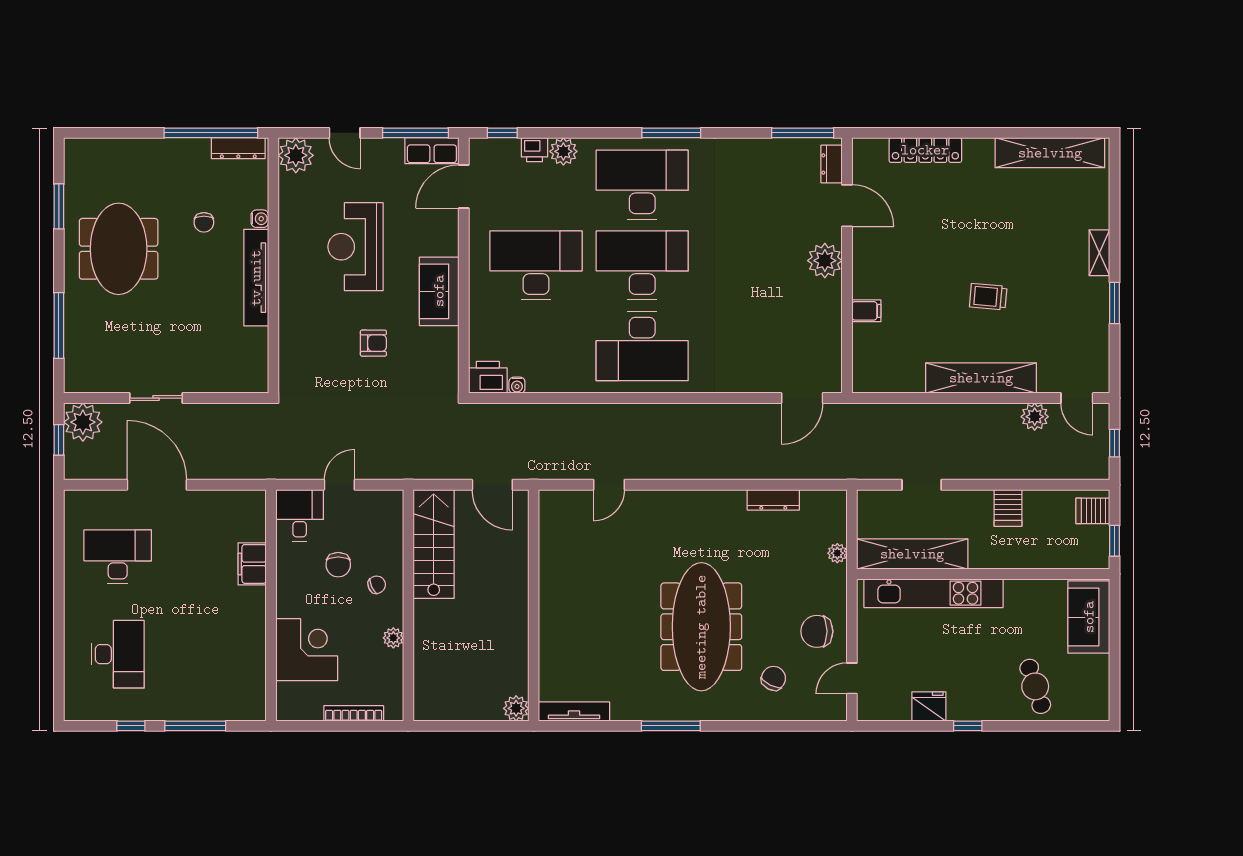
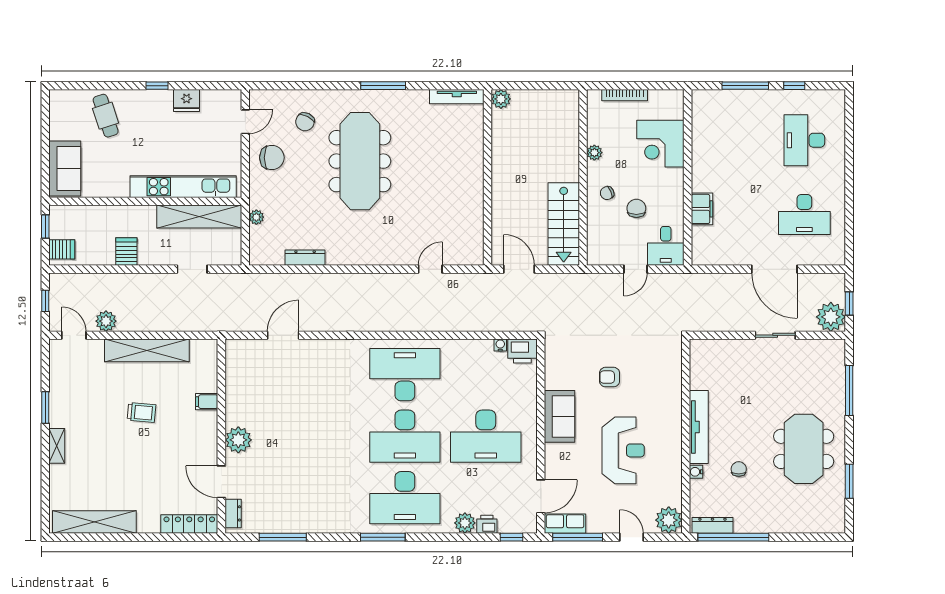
dresser: (832, 164) -> (233, 513), moved
door: (847, 206) -> (221, 482), moved
plant: (825, 261) -> (238, 440), moved
wall: (847, 265) -> (221, 436), moved
filing cabinet: (866, 311) -> (207, 402), moved

